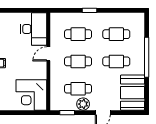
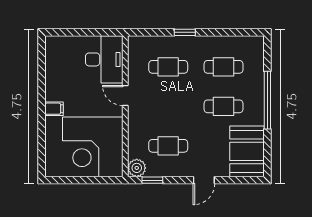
door: (48, 54) -> (125, 96), hinge flipped
cafe table: (78, 61) -> (168, 106), removed
corner desk: (31, 95) -> (93, 147), width x1.36, depth x1.36
plant: (83, 104) -> (137, 168), moved

